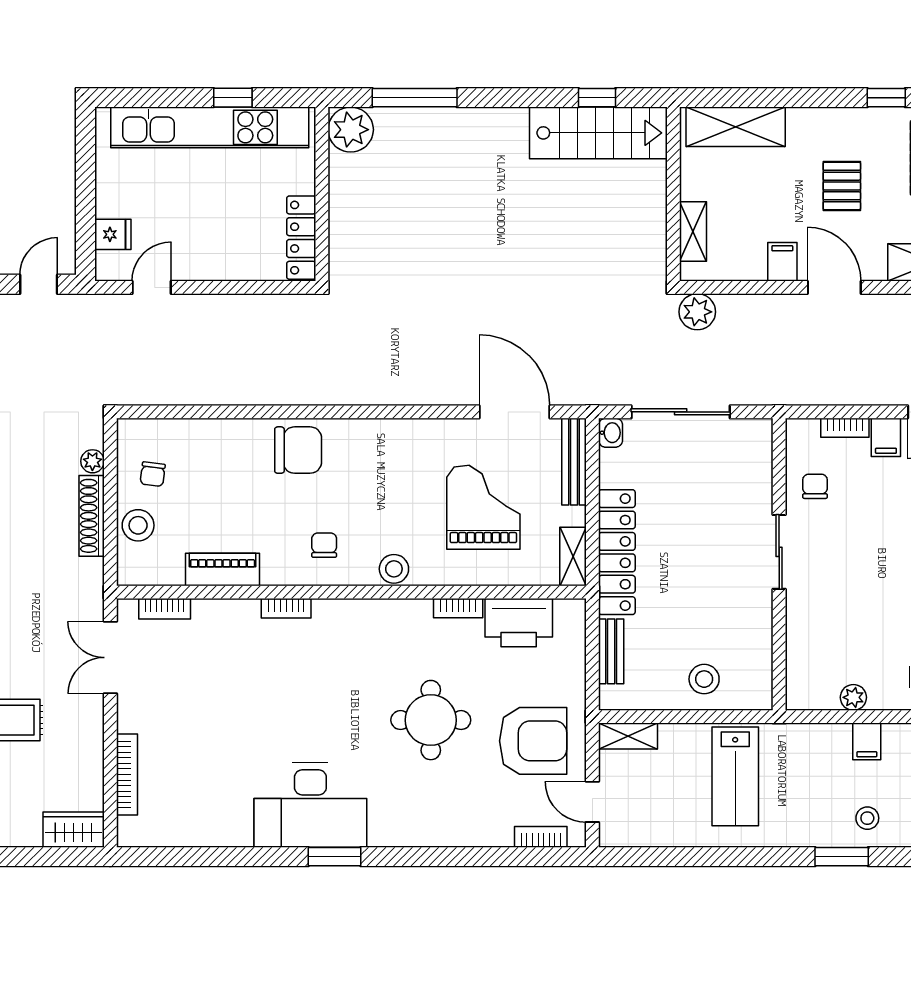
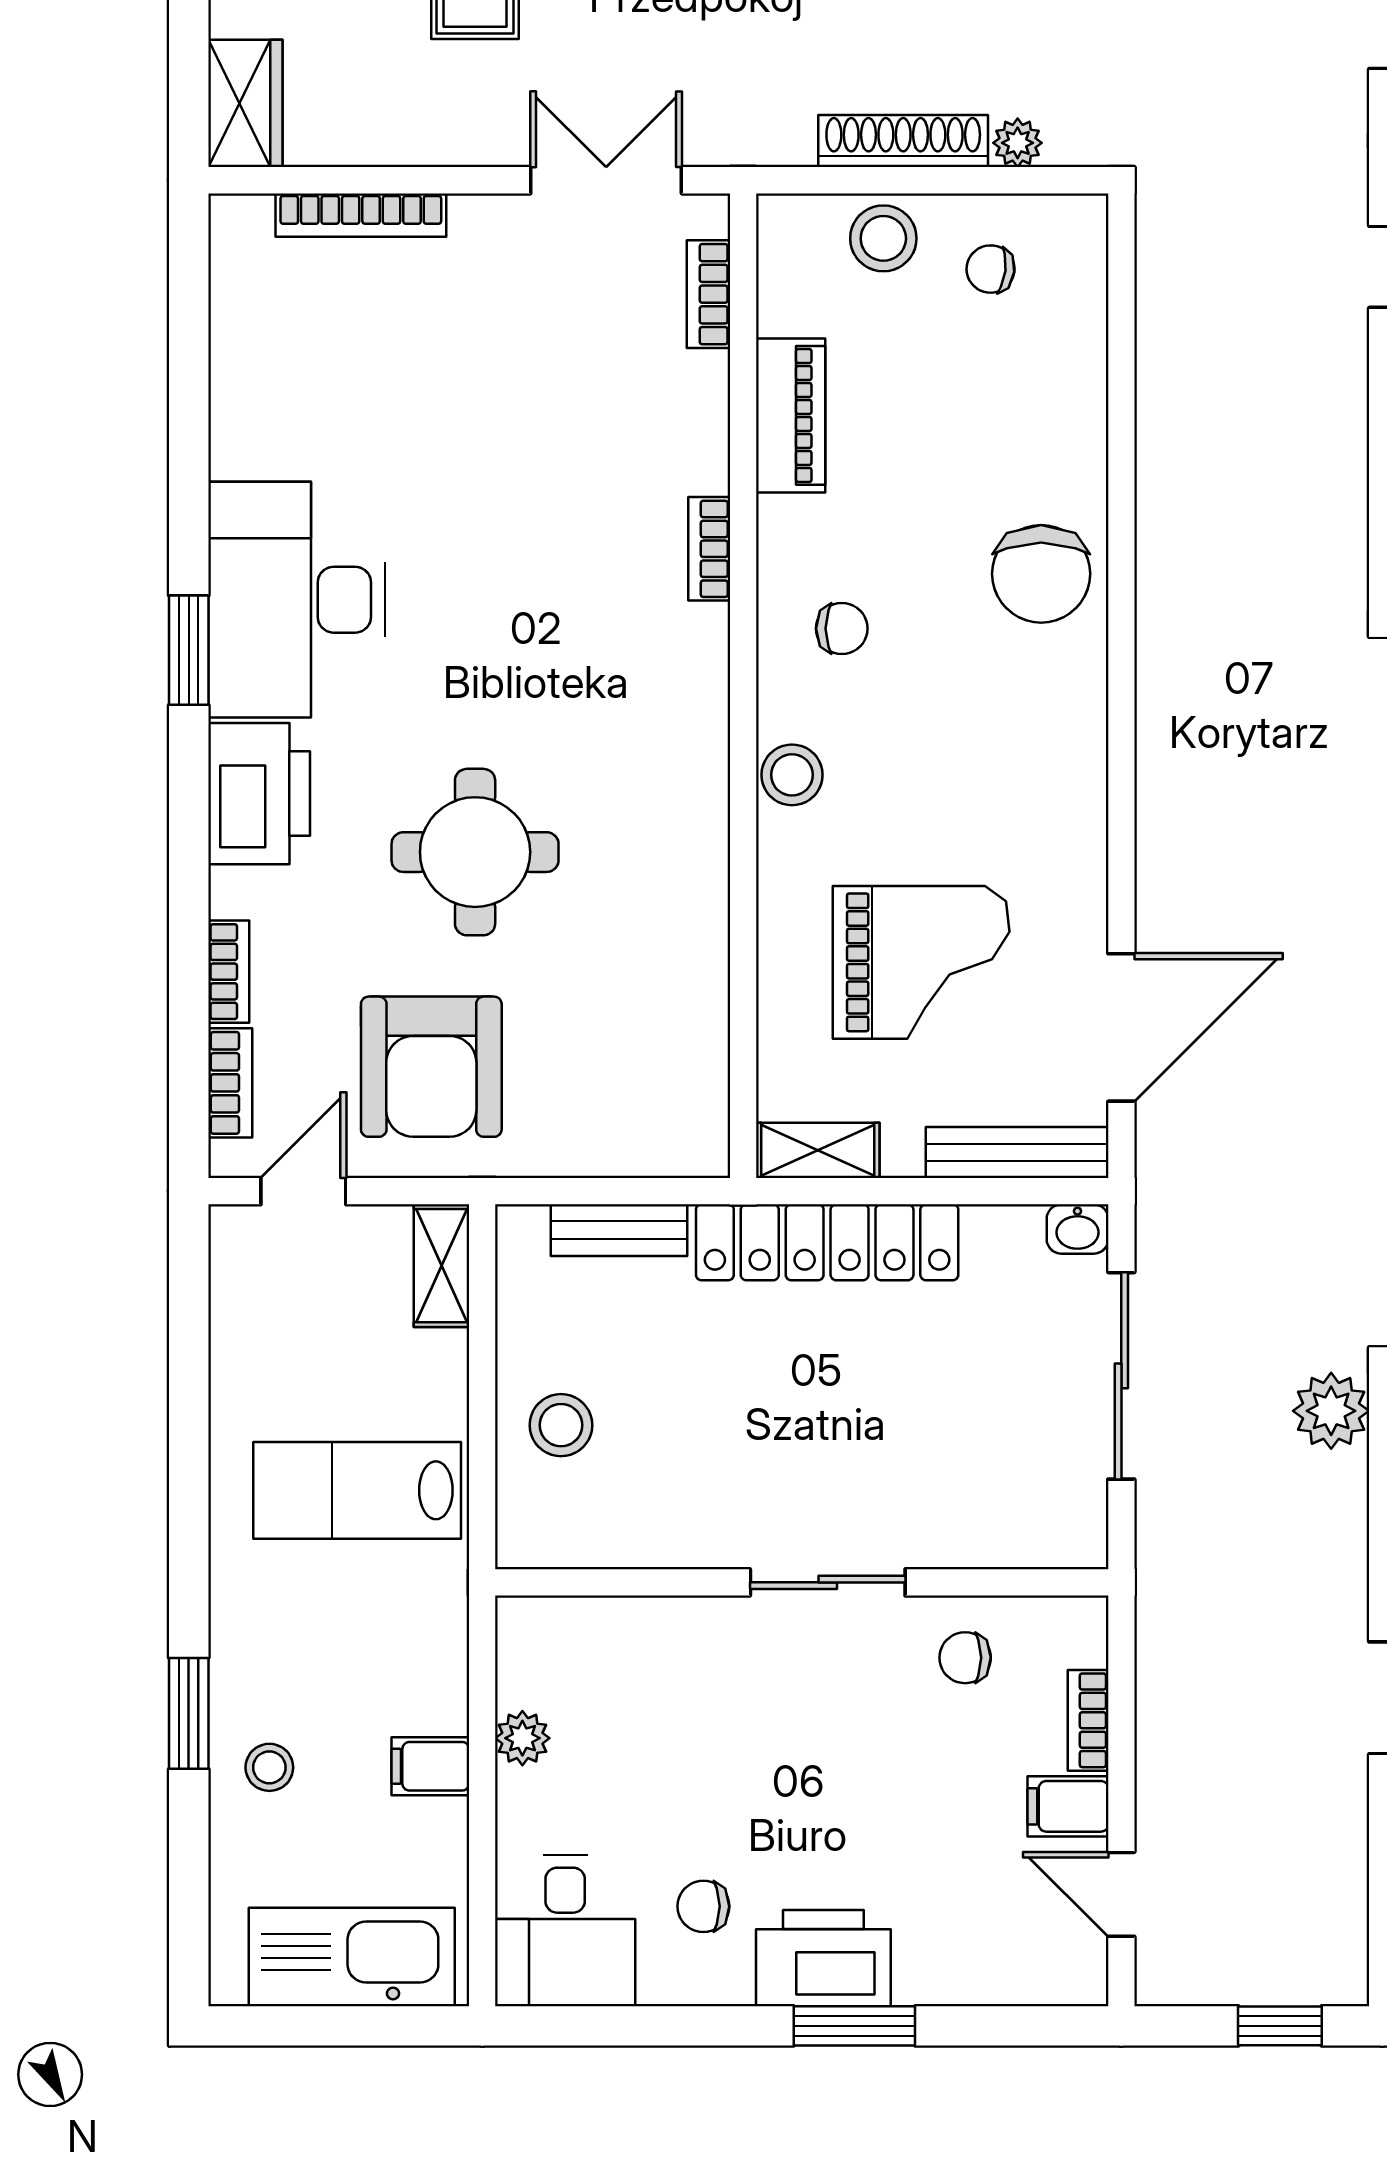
chair: (815, 486) -> (965, 1658), turned 180
bookcase: (458, 608) -> (229, 972), moved, turned 180
printer: (519, 623) -> (259, 794), moved, turned 180

